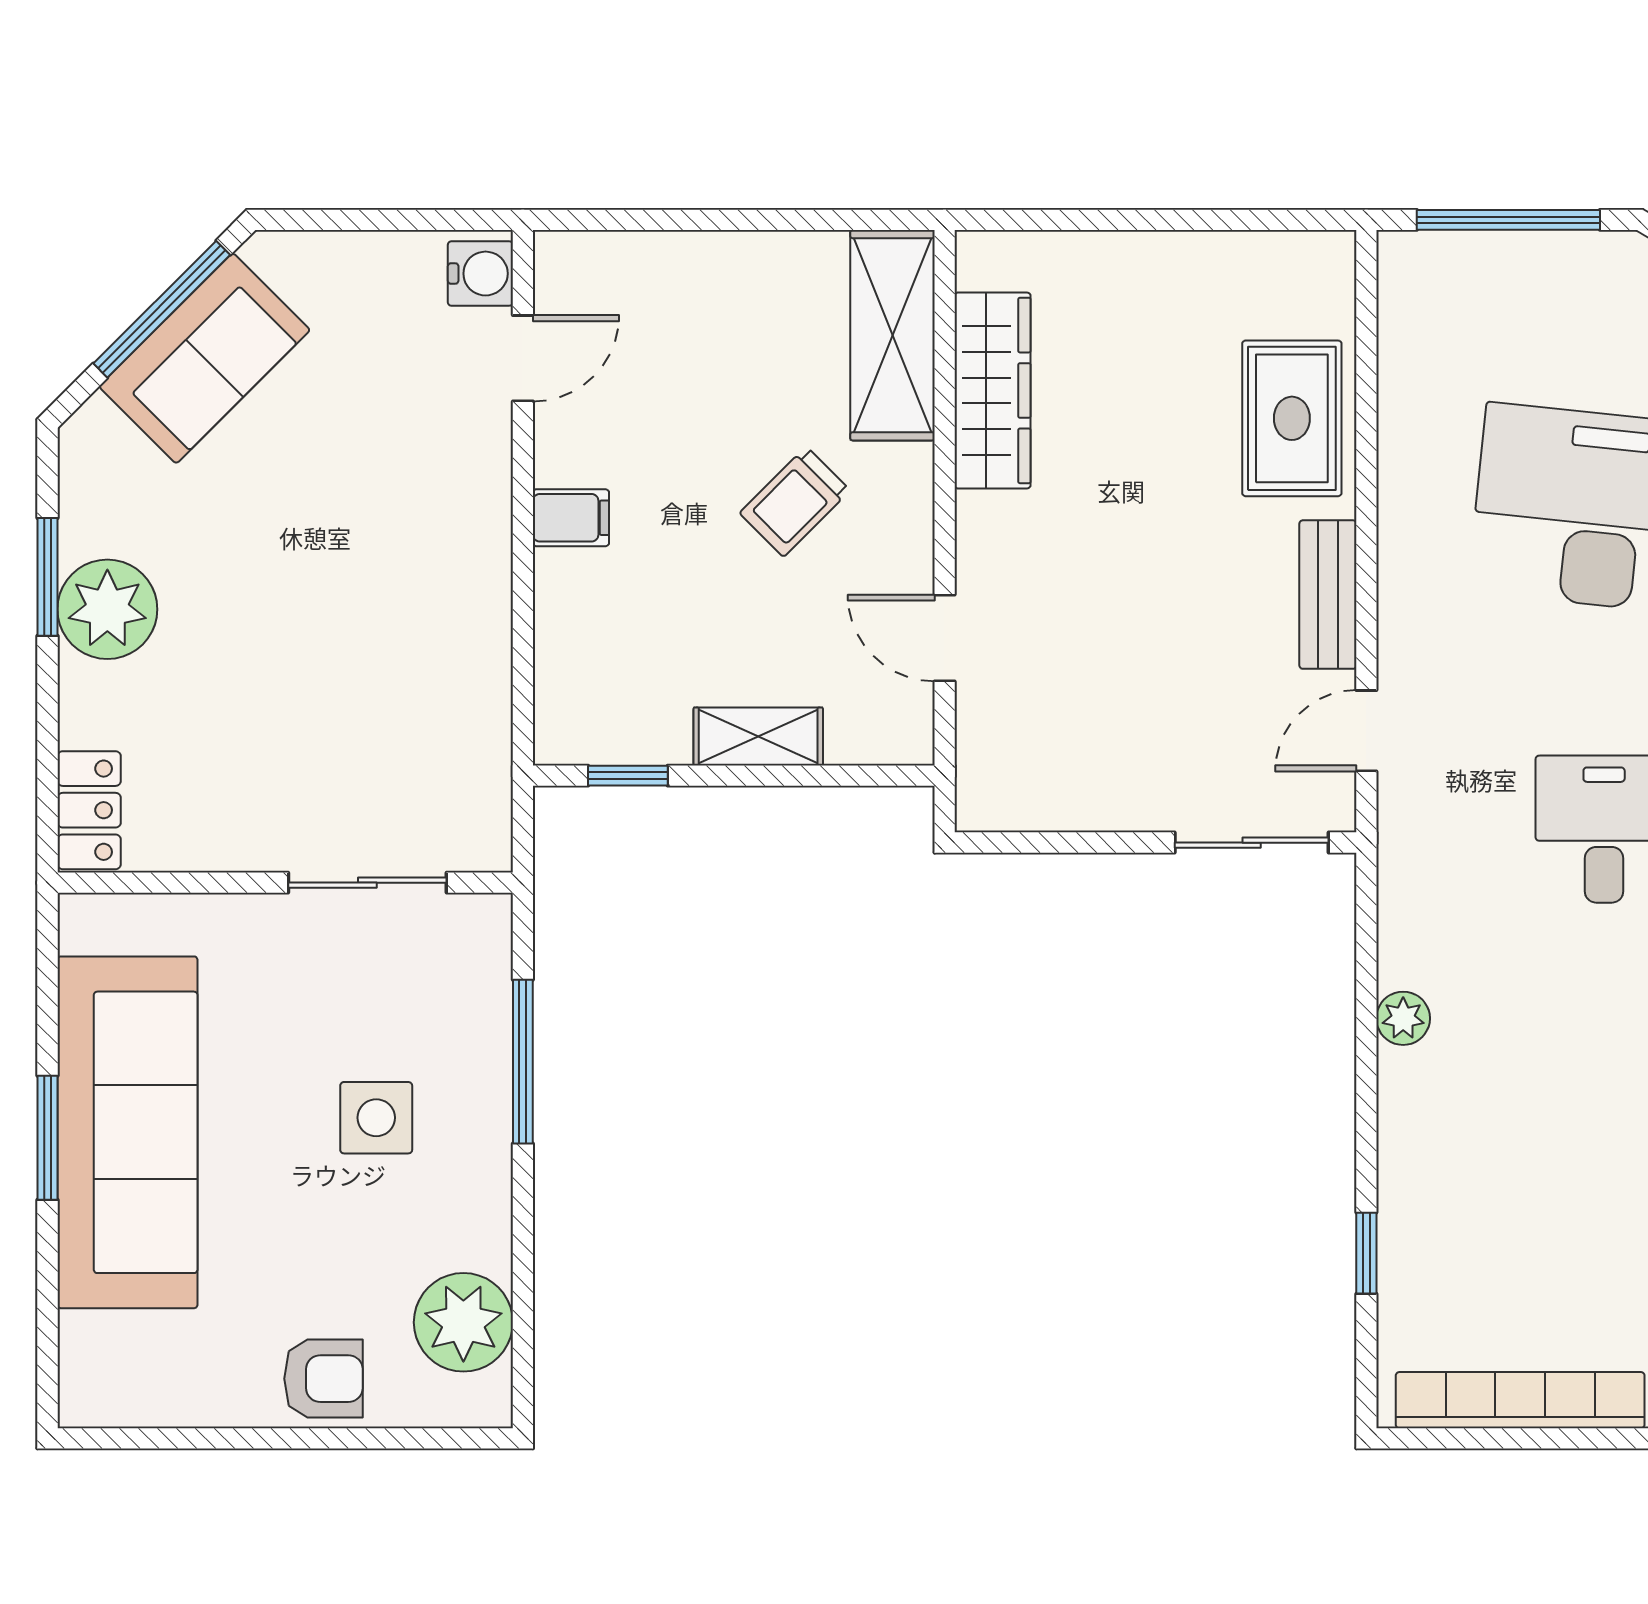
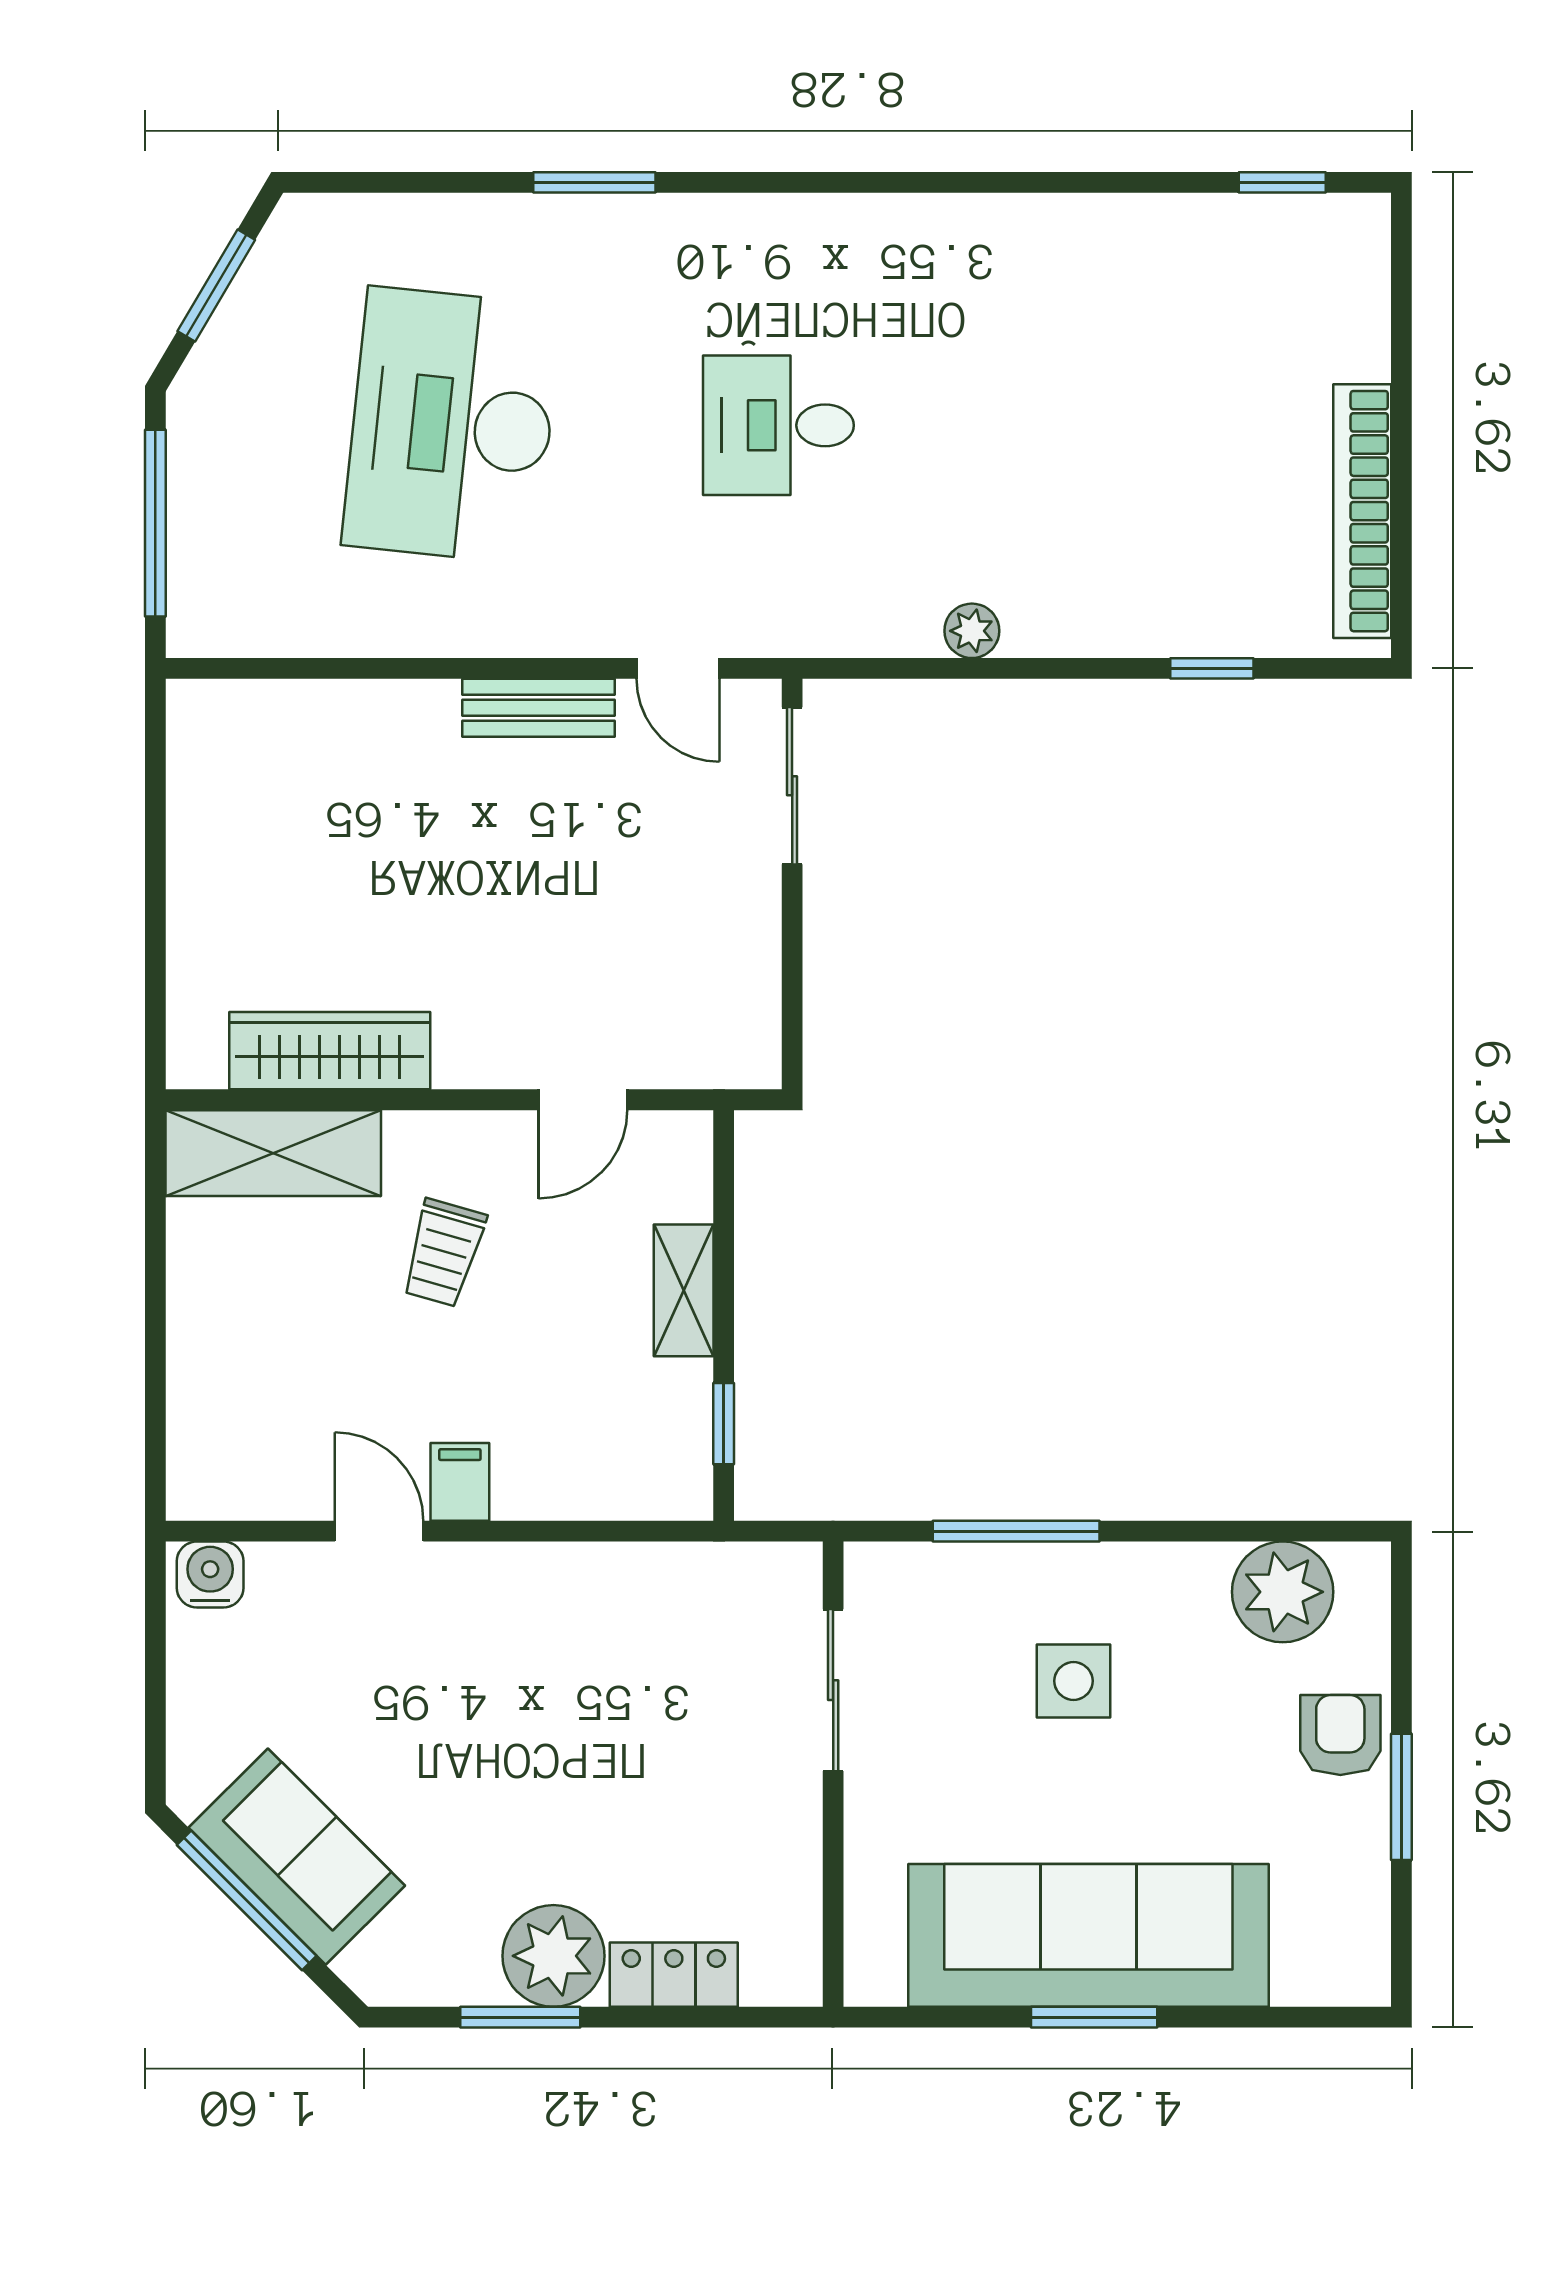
door: (523, 358) -> (379, 1531), moved
rug: (1292, 418) -> (358, 745), removed
trolley: (795, 502) -> (444, 1253), turned 61
locker: (89, 810) -> (674, 1975), moved
window: (263, 1438) -> (1401, 1797), added

